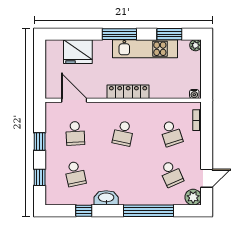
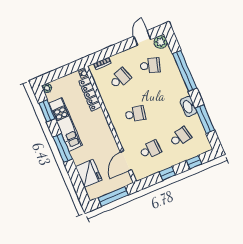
window: (40, 68) -> (113, 196), added
locker: (128, 92) -> (90, 94), moved
school desk: (171, 174) -> (150, 66), turned 42
door: (207, 178) -> (142, 38), hinge flipped
window: (84, 211) -> (205, 119), width x2.17

